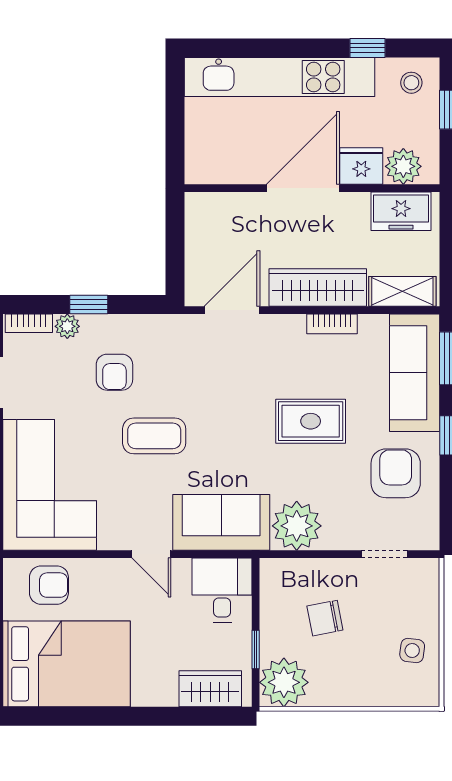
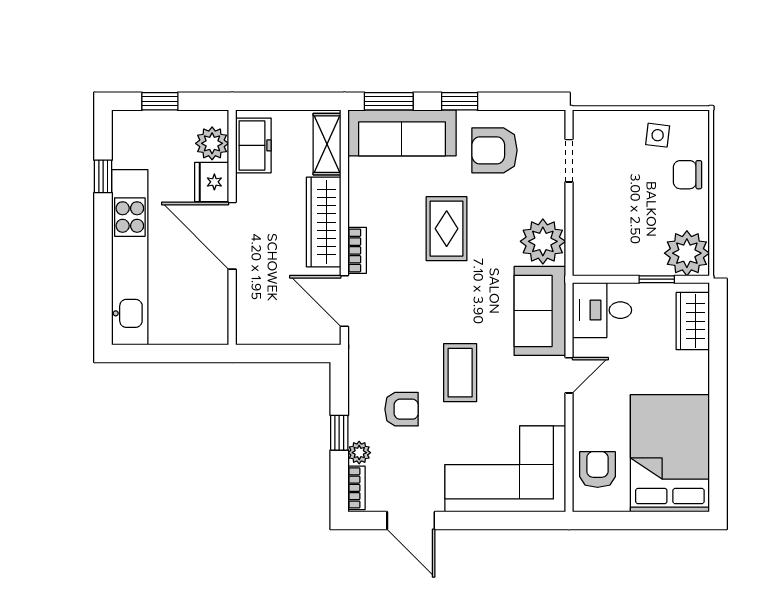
stool: (411, 83) -> (135, 136), removed
bookcase: (332, 324) -> (357, 250), moved
chair: (325, 618) -> (687, 175), moved, turned 101

